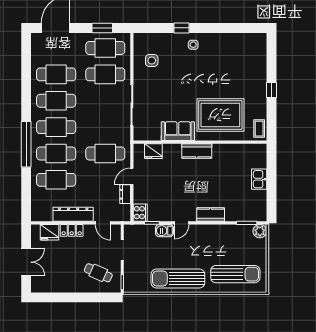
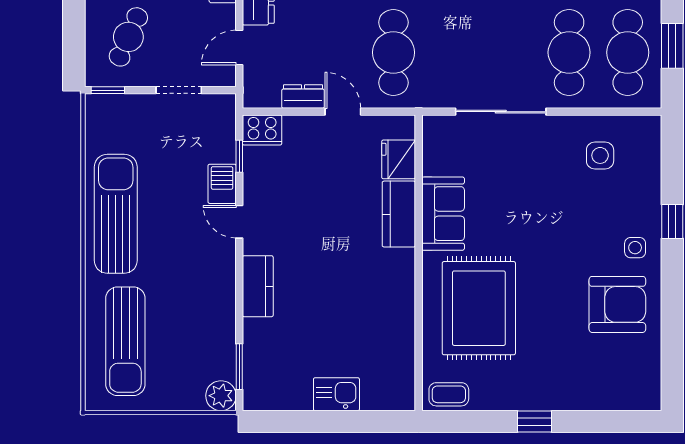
armchair: (219, 53) -> (617, 304), added
kitchen counter: (197, 151) -> (399, 214), moved

